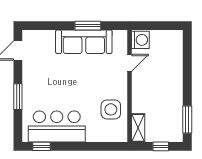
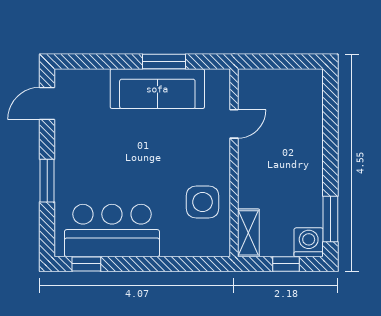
washing machine: (140, 40) -> (309, 242), moved, turned -90

